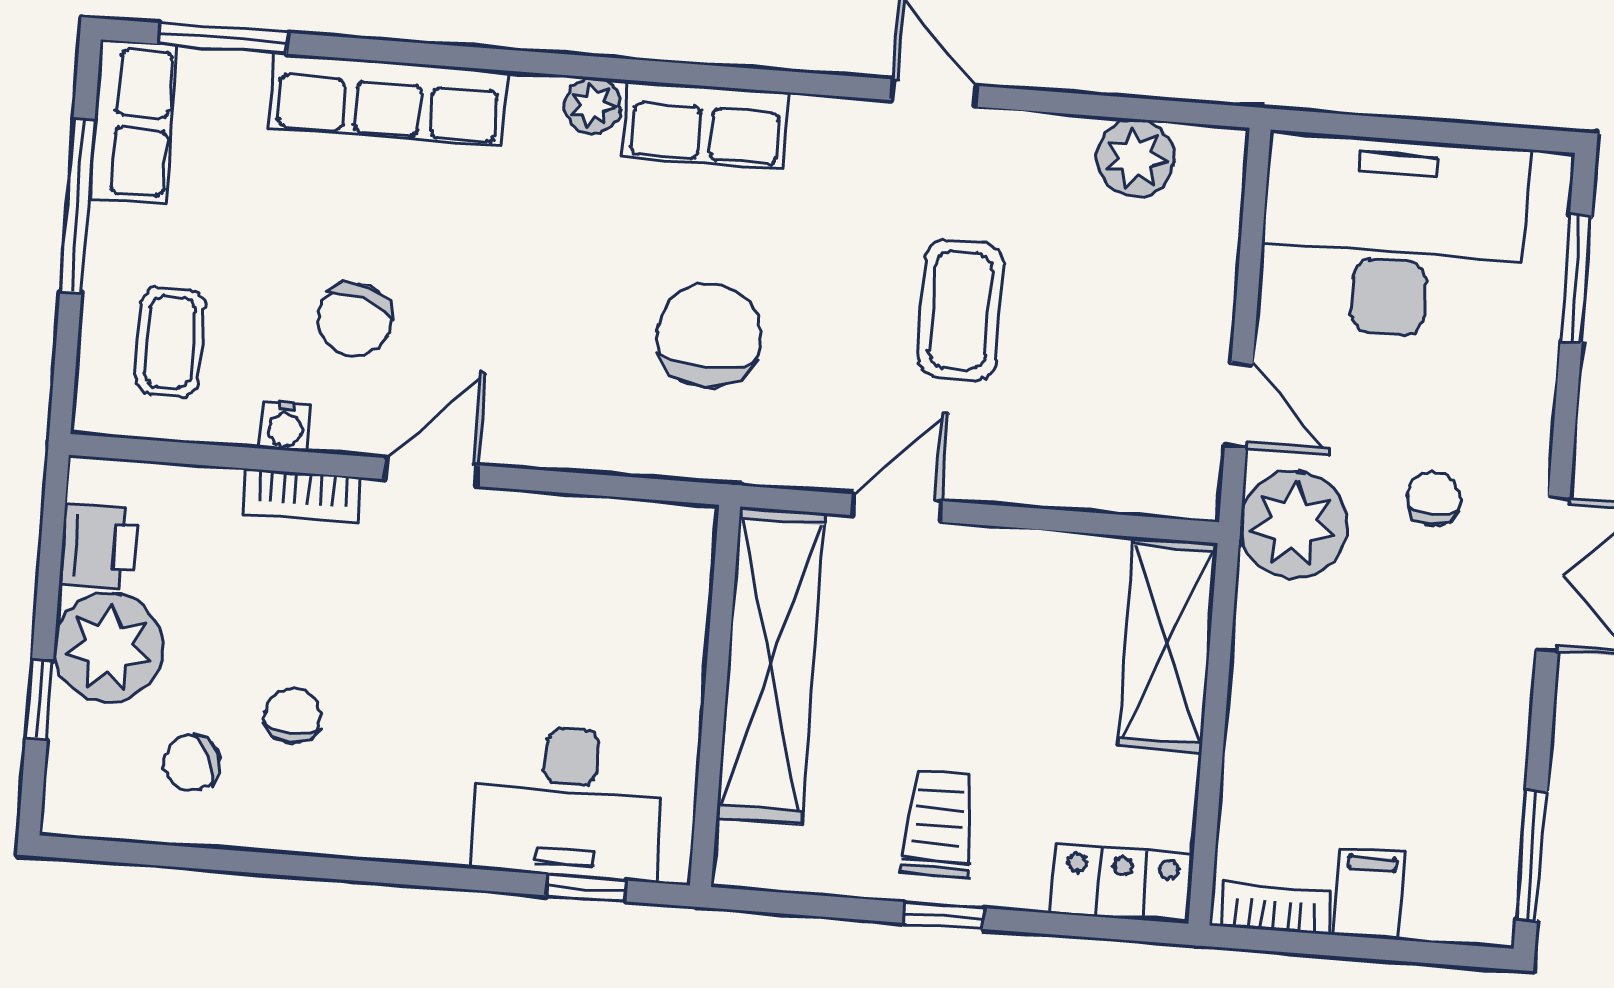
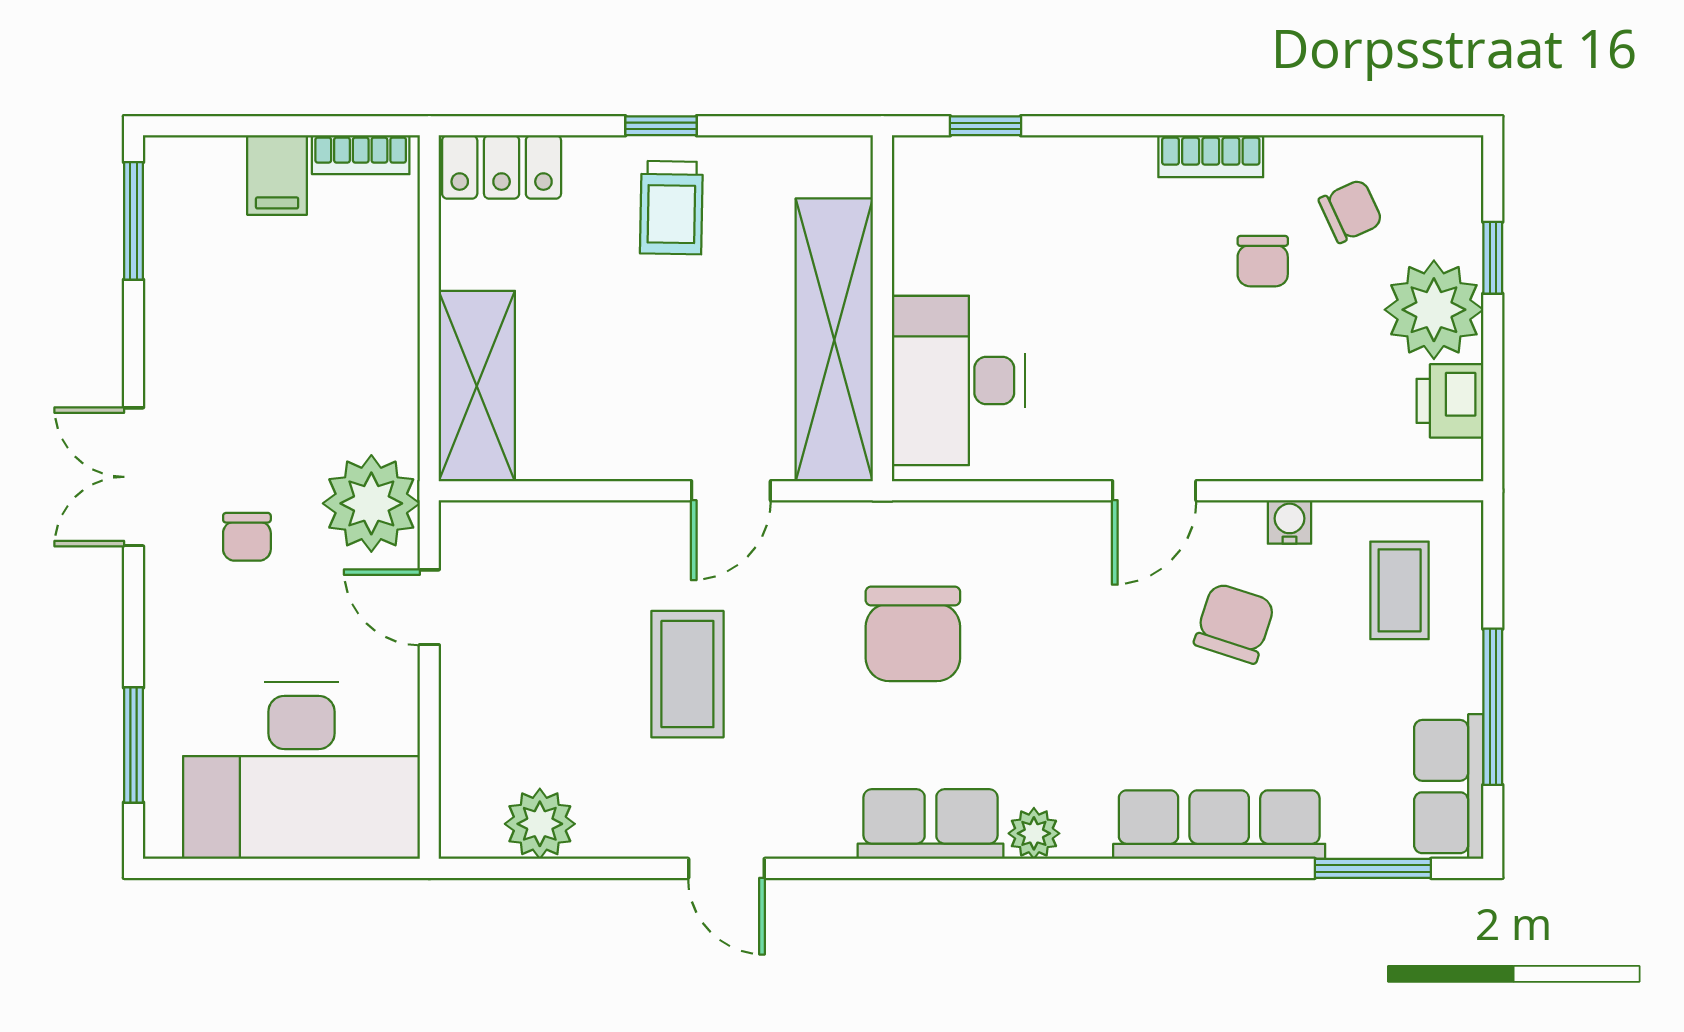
bookcase: (302, 496) -> (1211, 156), moved, turned 180
desk: (569, 803) -> (958, 381), moved, turned -90

